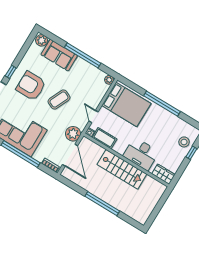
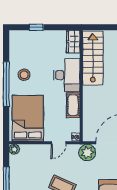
cot: (104, 138) -> (73, 105), moved
stool: (184, 142) -> (24, 75), moved
stairs: (122, 169) -> (93, 58), moved

